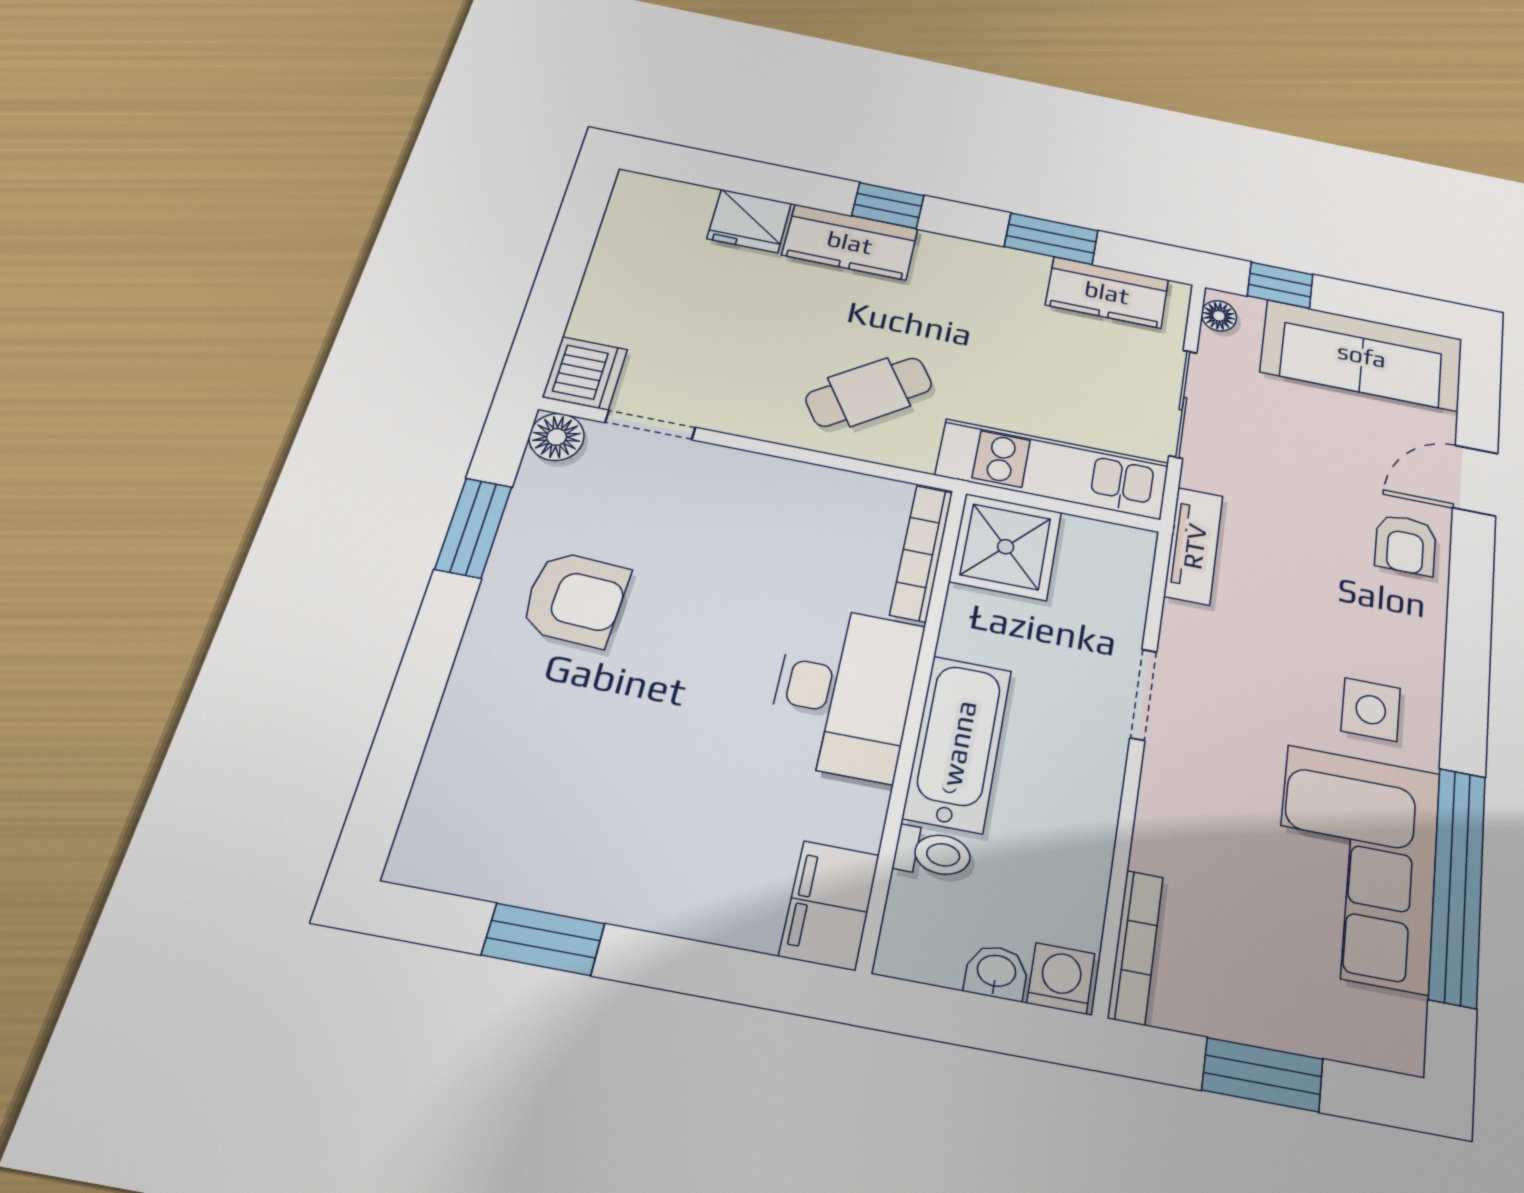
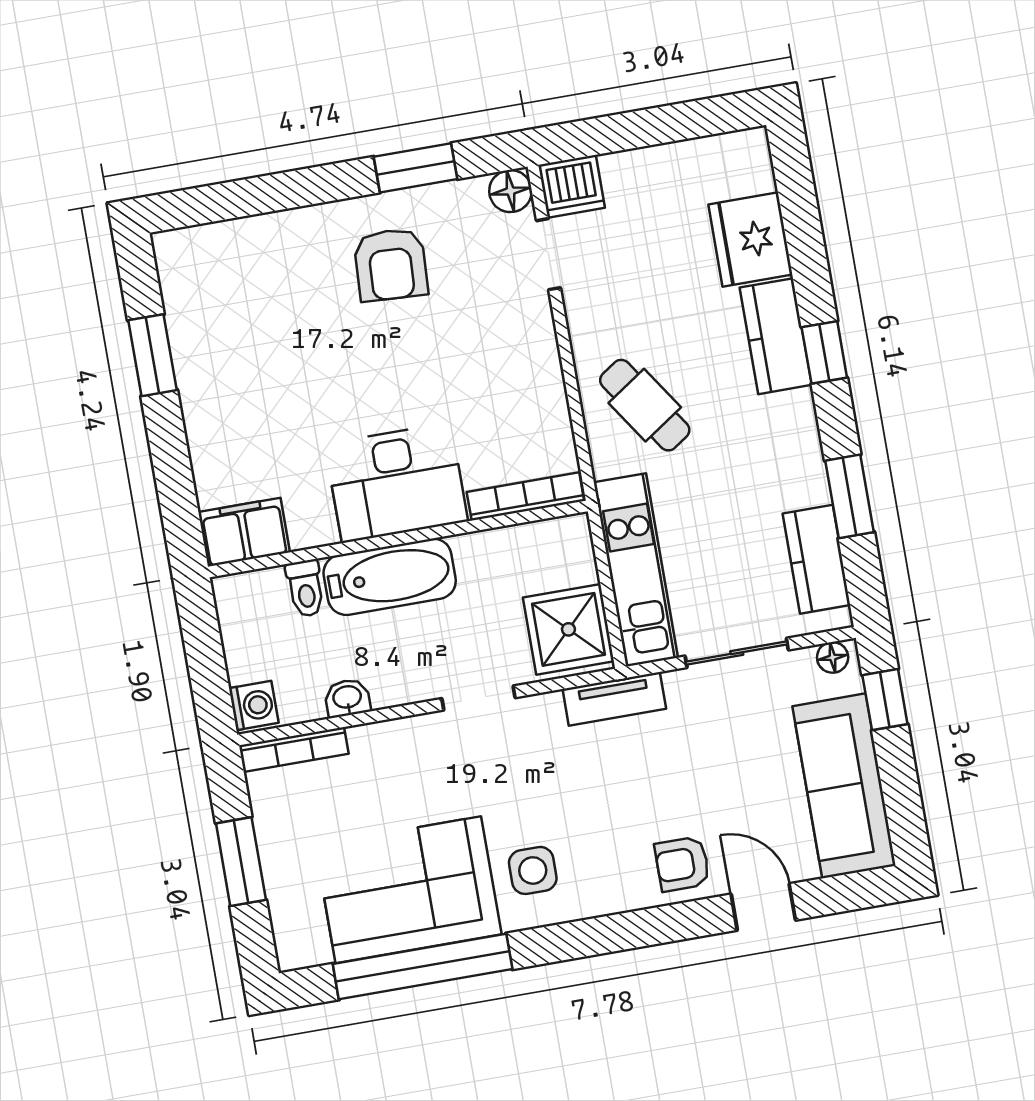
fridge: (749, 221) -> (750, 239), width x1.36, depth x1.34
shower: (1006, 547) -> (568, 629), moved
washbasin: (996, 972) -> (347, 698), moved, turned -90

